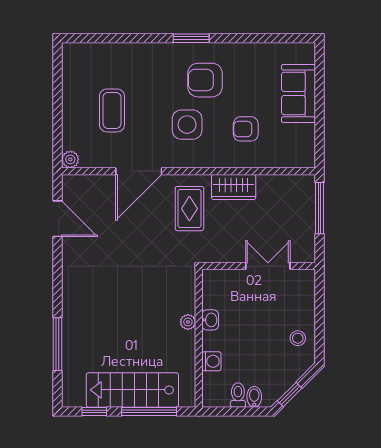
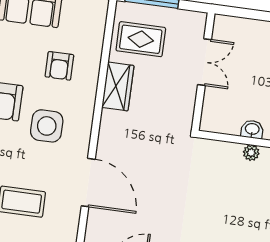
rug: (189, 209) -> (141, 39), moved
double door: (268, 266) -> (204, 62), swing flipped

